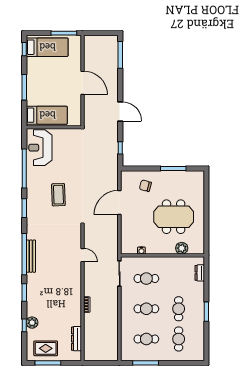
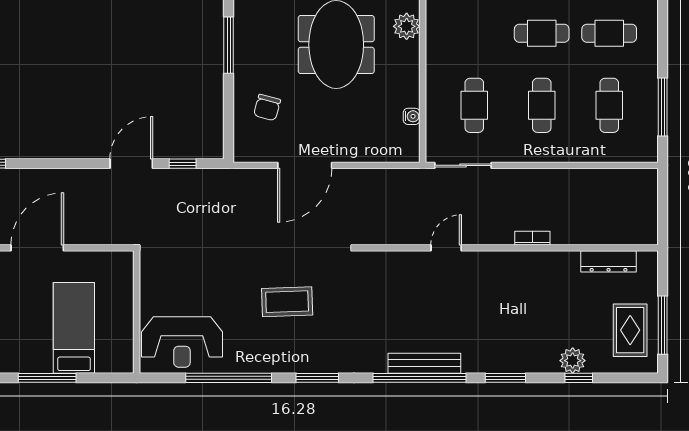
door: (120, 111) -> (131, 164), moved
bed: (47, 115) -> (74, 328), moved
door: (119, 203) -> (305, 165), hinge flipped
door: (83, 255) -> (446, 248), moved

